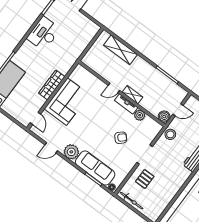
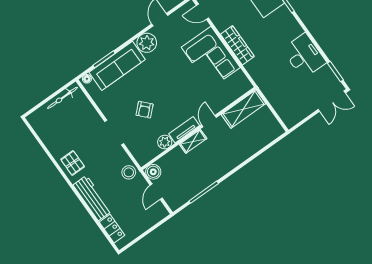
shelving: (120, 50) -> (243, 109), moved
pallet: (145, 179) -> (73, 163), moved

